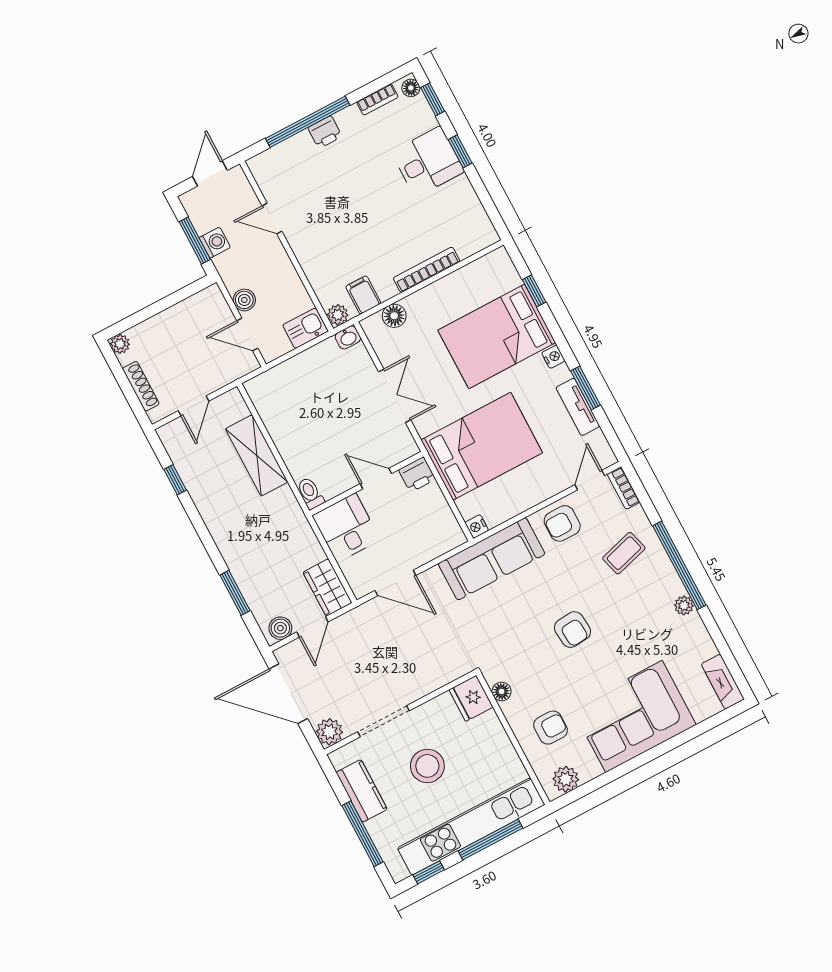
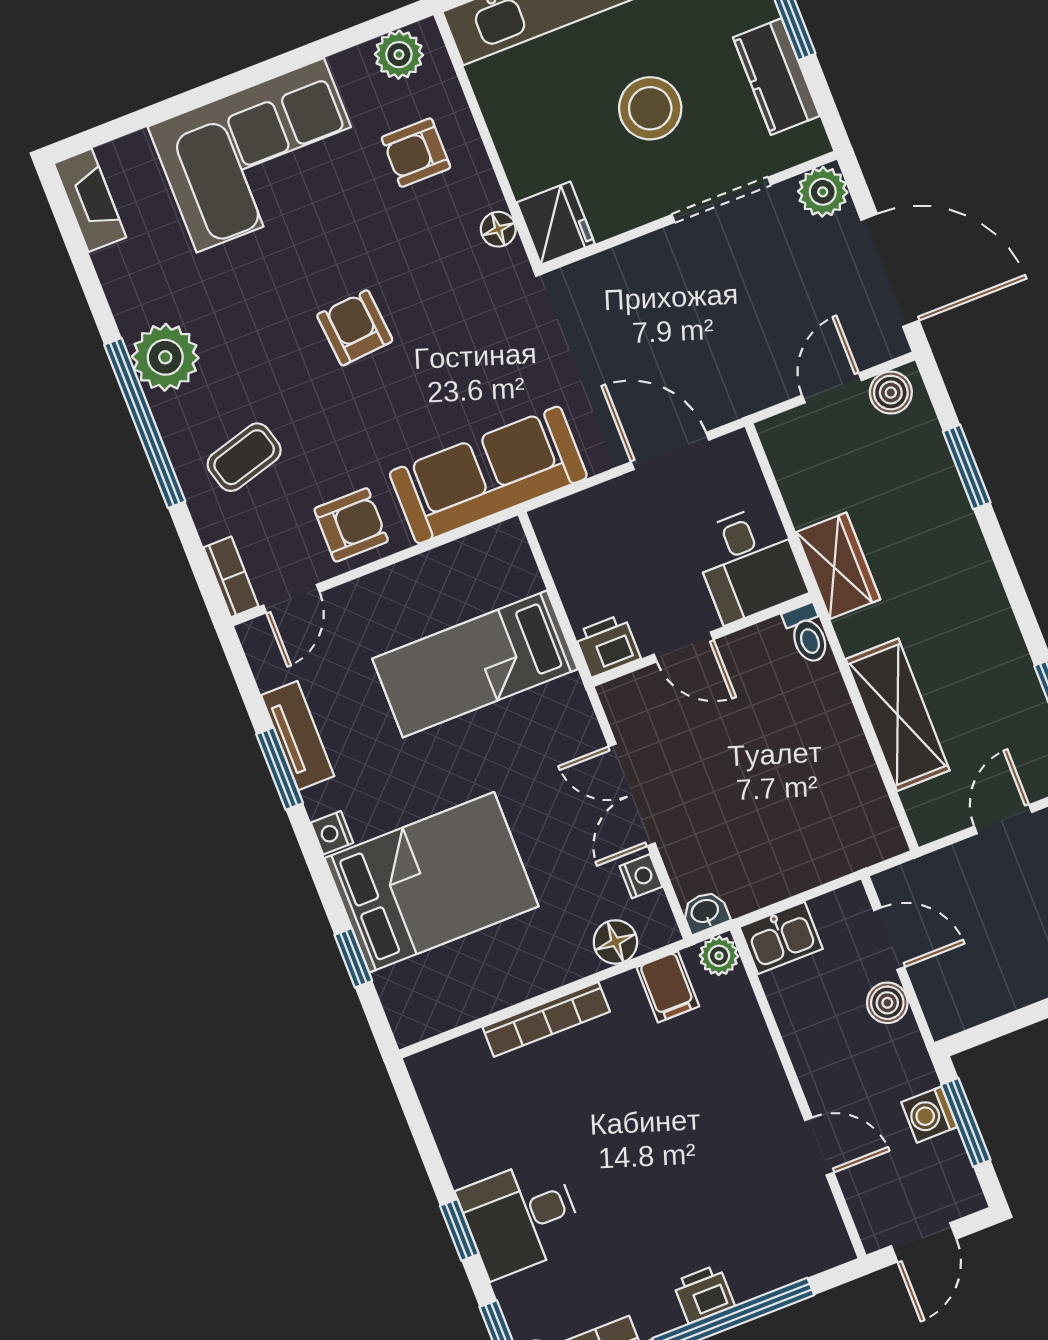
bed: (482, 446) -> (475, 664), width x0.67
nightstand: (477, 526) -> (641, 876), moved
wardrobe: (327, 587) -> (838, 566), moved
plant: (684, 606) -> (165, 357), width x1.88, depth x1.88

